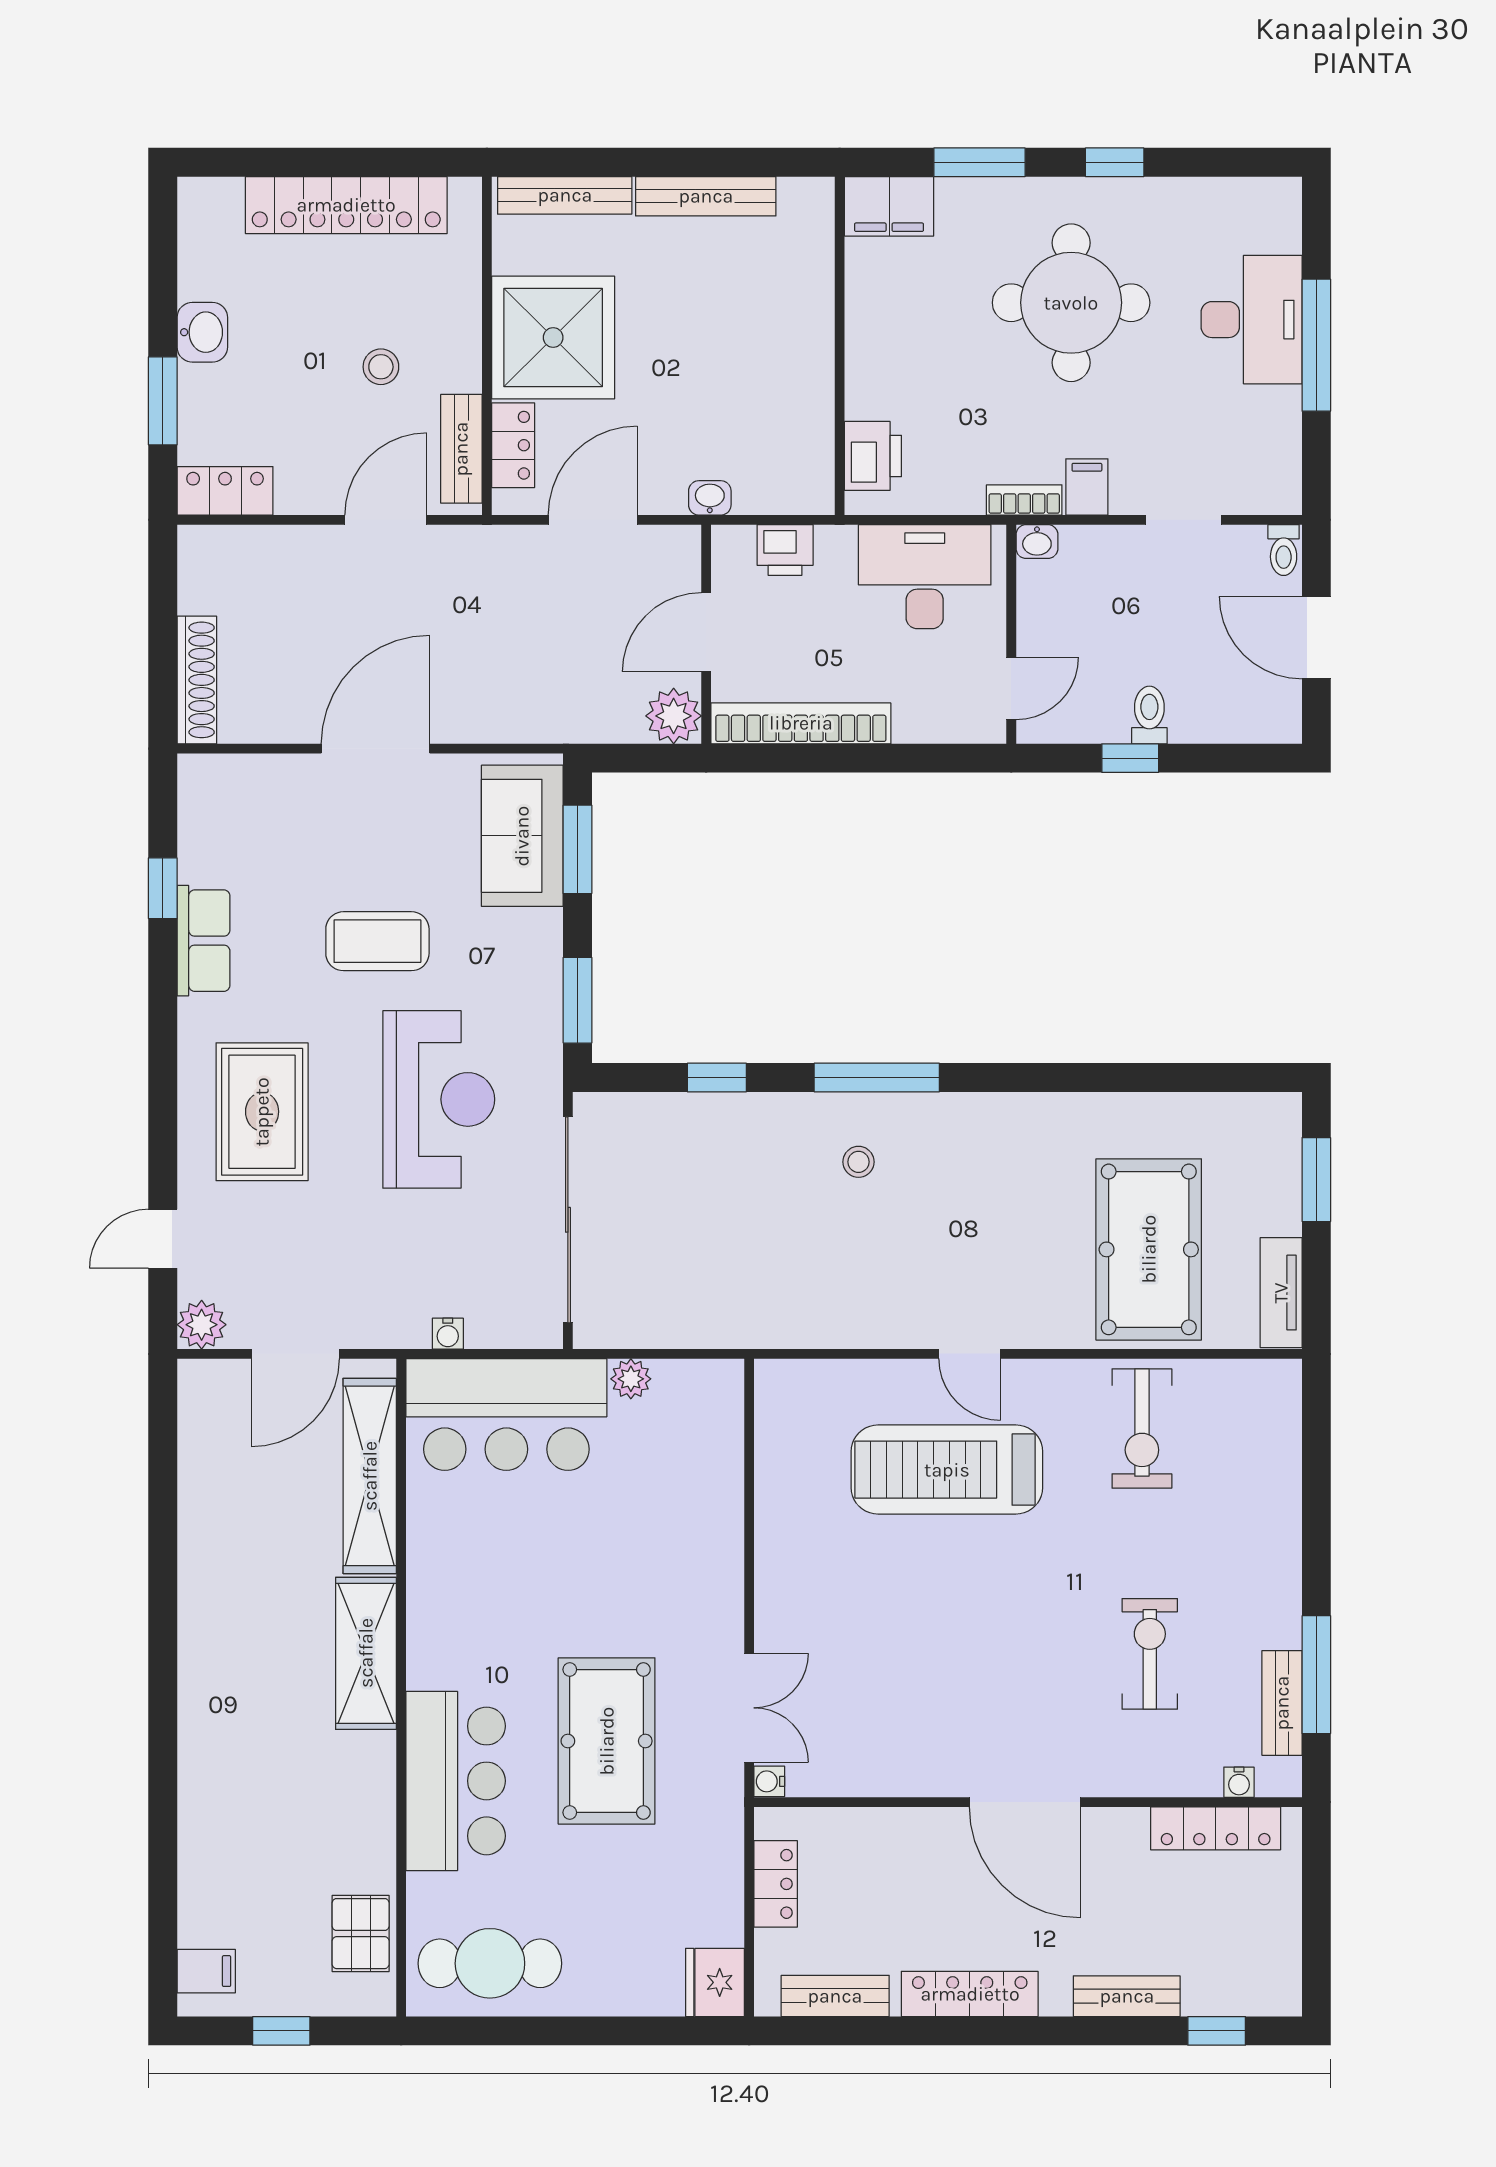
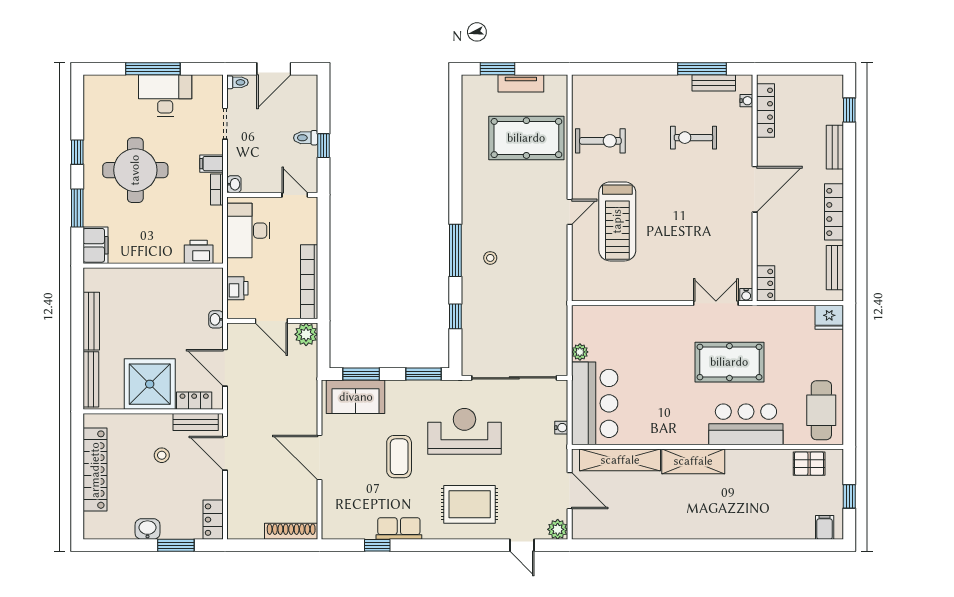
desk: (1252, 320) -> (165, 96), moved
tv unit: (1281, 1293) -> (521, 83), moved
locker: (776, 1884) -> (766, 283), moved, turned 90

